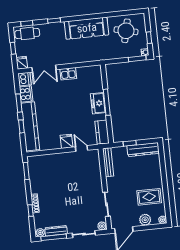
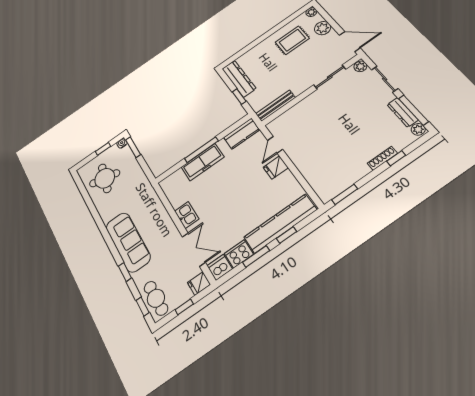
sofa: (87, 28) -> (128, 242), moved
freezer: (98, 103) -> (203, 162), width x1.40
rug: (149, 197) -> (292, 40), turned 90

